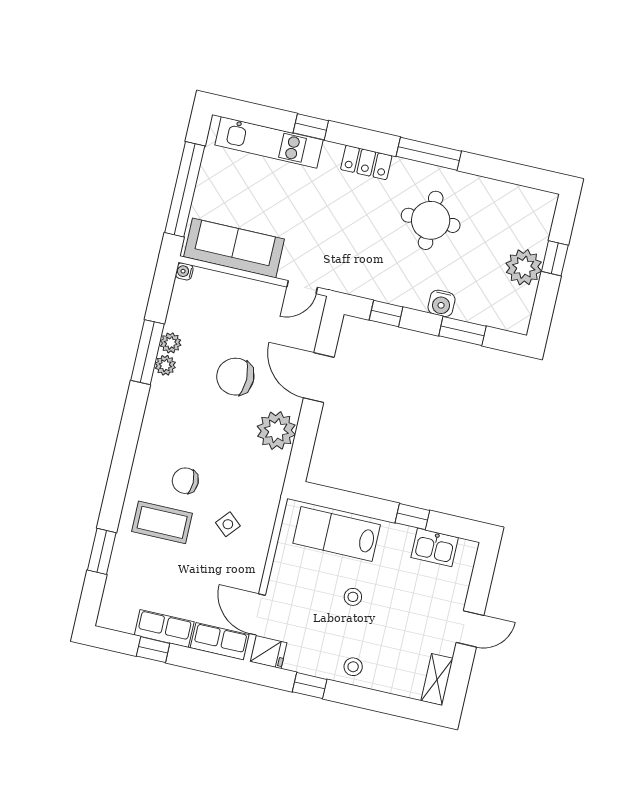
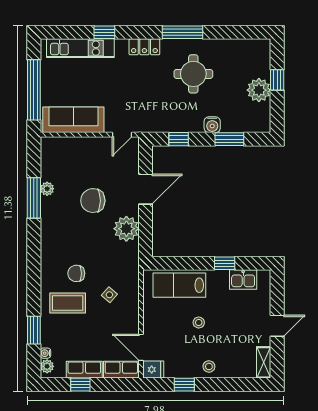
water cooler: (184, 271) -> (45, 353), moved
plant: (165, 365) -> (47, 366), moved
door: (319, 378) -> (146, 189), swing flipped

